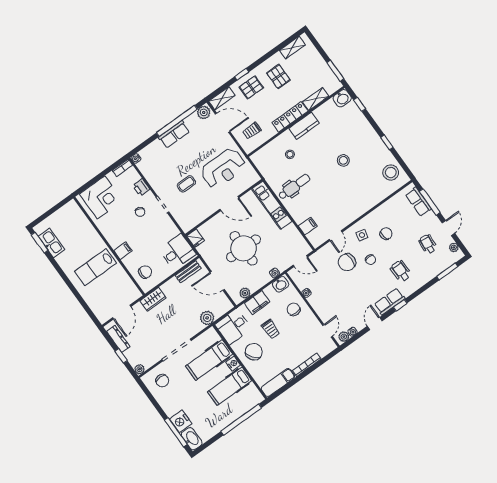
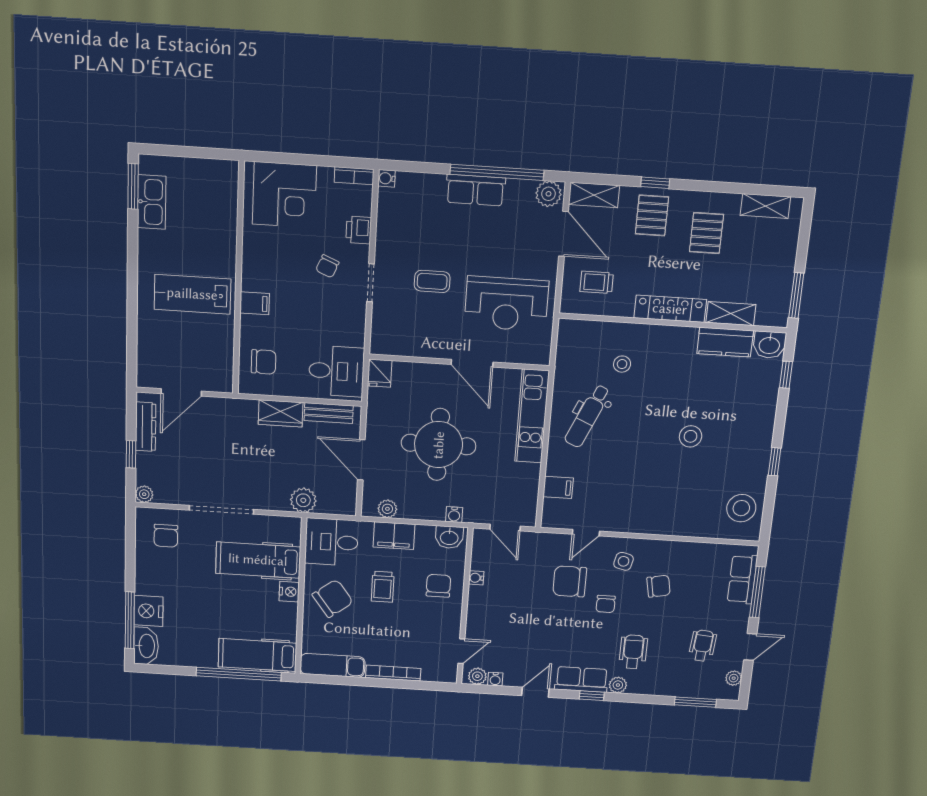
pallet: (251, 87) -> (652, 215), turned 90
kitchen counter: (304, 126) -> (725, 342), moved
dental chair: (294, 187) -> (587, 416), turned 114
plant: (407, 291) -> (618, 685), added
wardrobe: (153, 299) -> (281, 413), moved
hospital bed: (230, 386) -> (258, 655), moved

